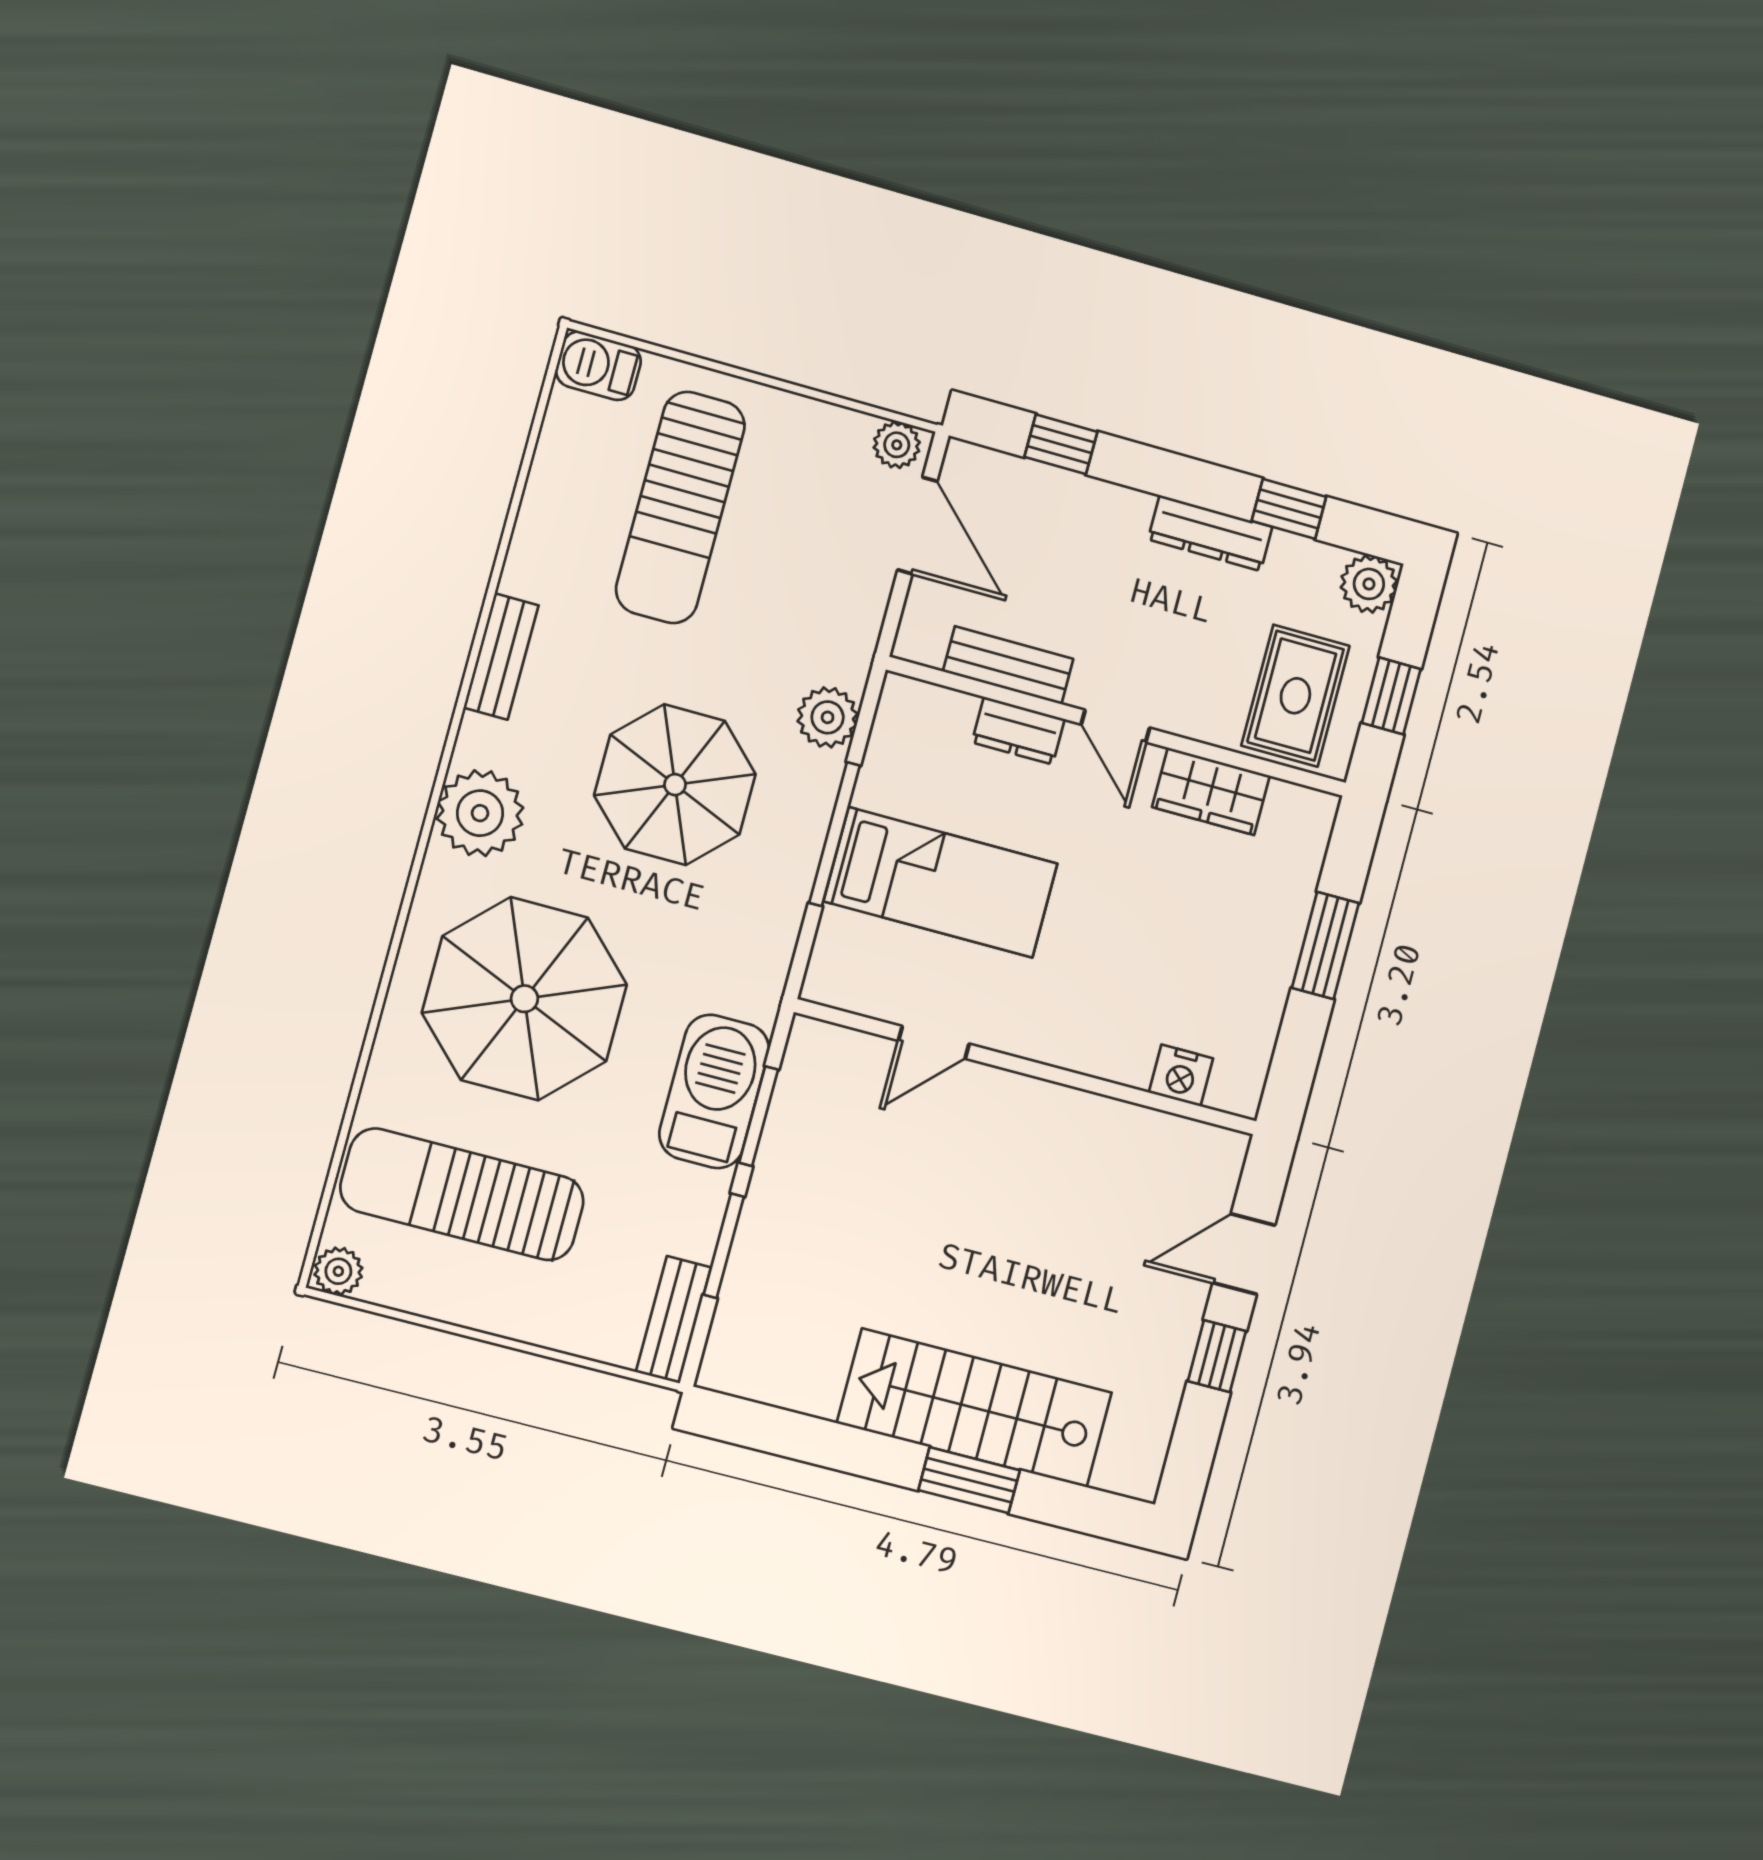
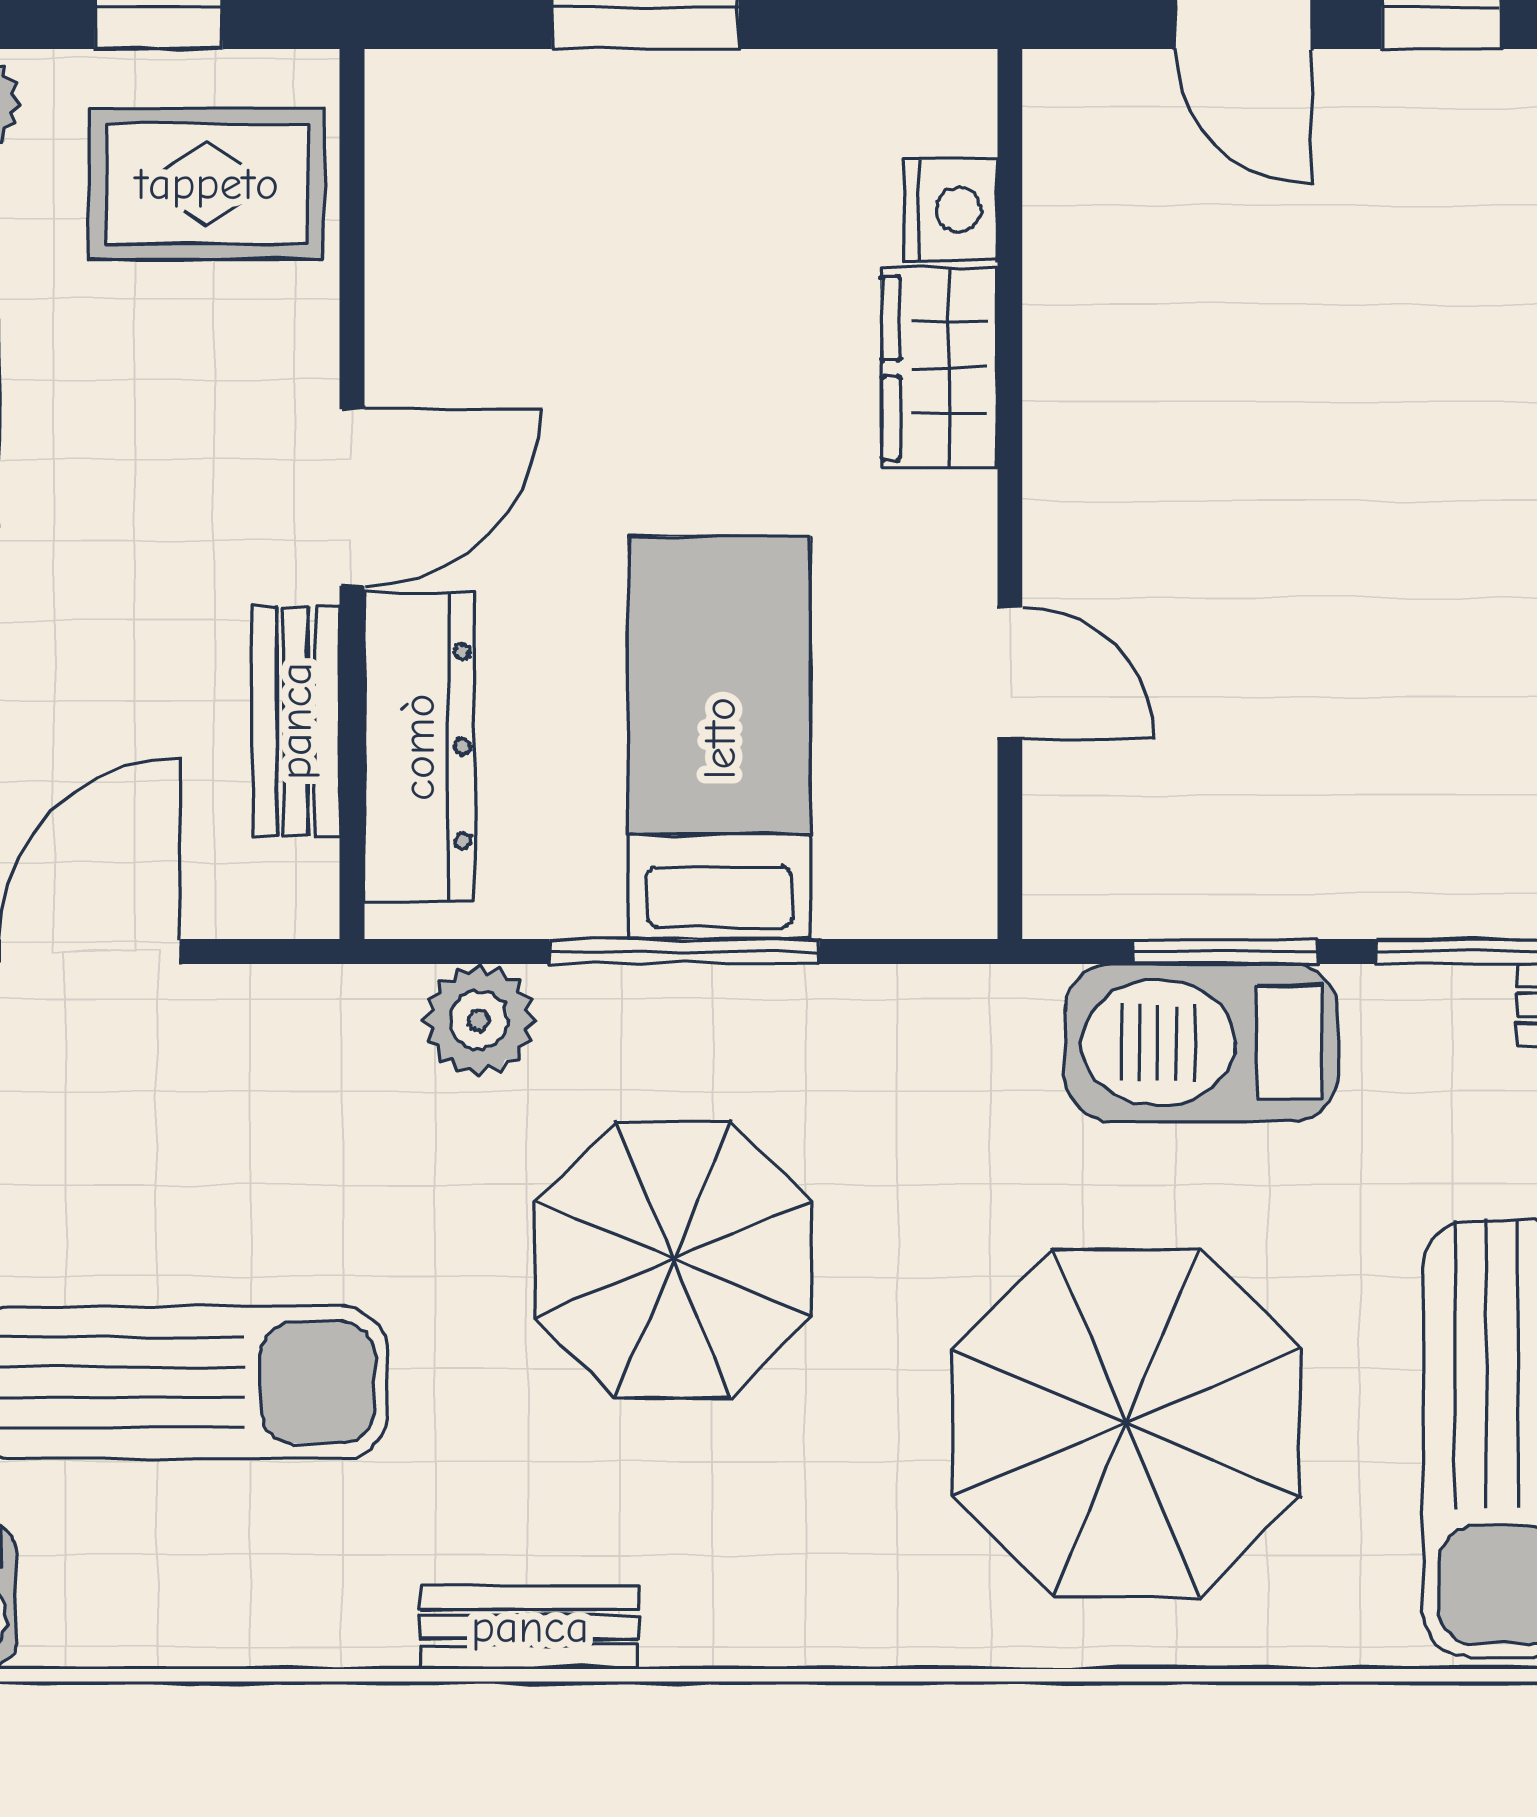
door: (1115, 726) -> (352, 497), width x1.38
dresser: (1018, 731) -> (419, 747), width x1.96, depth x1.24
wardrobe: (1211, 791) -> (940, 368), moved, turned 180
plant: (480, 813) -> (818, 1590), removed

